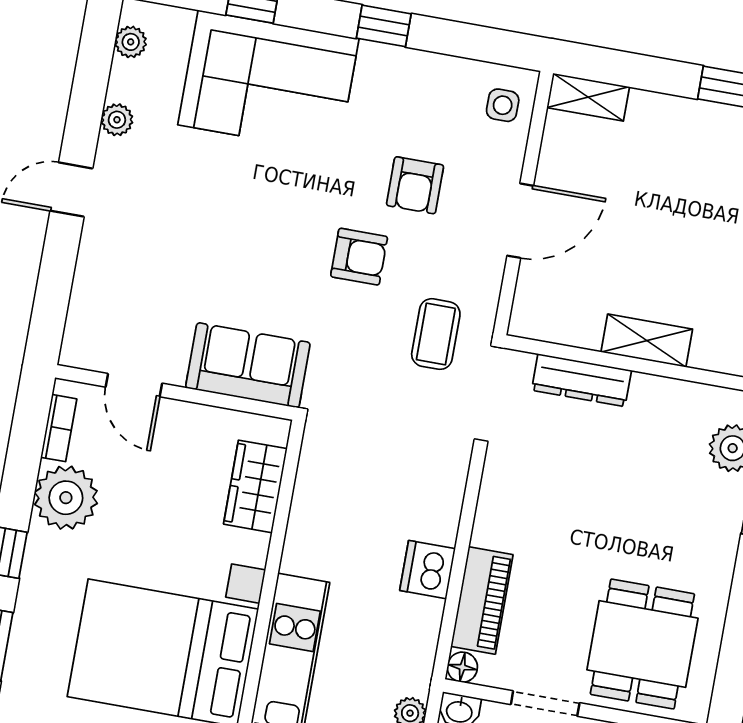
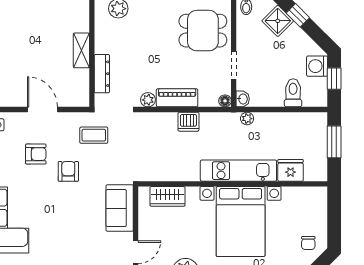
plant: (498, 481) -> (148, 100), added
piano: (482, 601) -> (177, 98), moved

